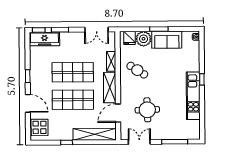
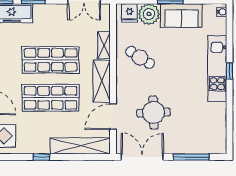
kitchen unit: (193, 96) -> (217, 68), moved
double door: (139, 142) -> (142, 157), width x1.37

